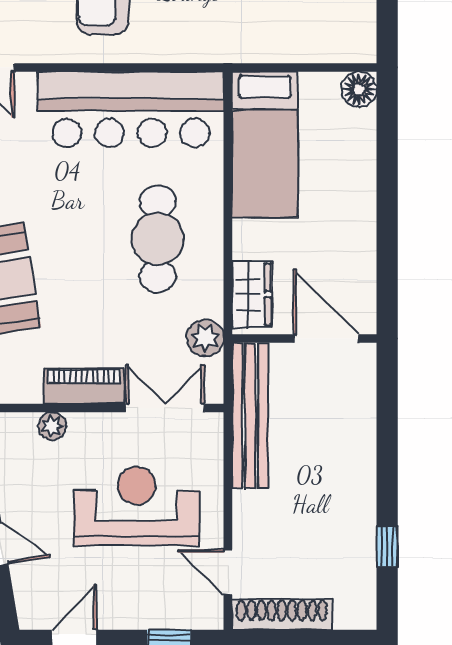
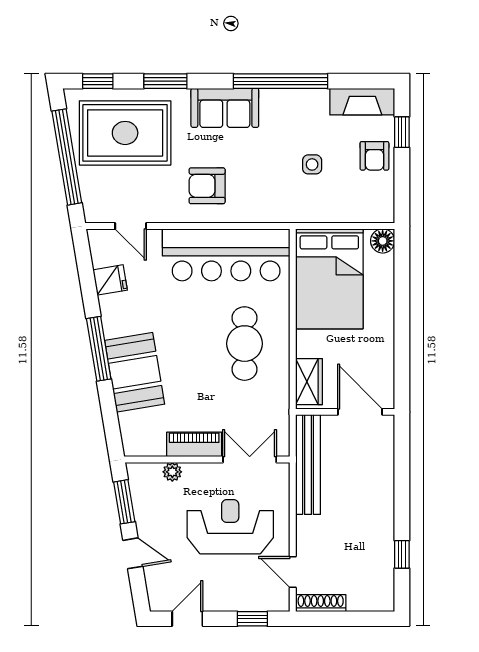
bed: (265, 144) -> (329, 279), width x1.50
plant: (205, 338) -> (277, 411), removed
shoe rack: (282, 614) -> (321, 603), width x0.74, depth x0.81

